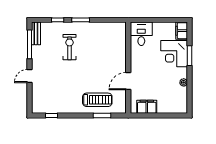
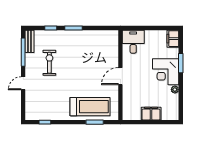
exercise bike: (70, 47) -> (49, 63), moved
corner desk: (174, 54) -> (166, 72), moved
door: (128, 81) -> (120, 76), moved
treadmill: (97, 100) -> (90, 107), width x1.37, depth x1.38
filing cabinet: (147, 107) -> (151, 114), moved

